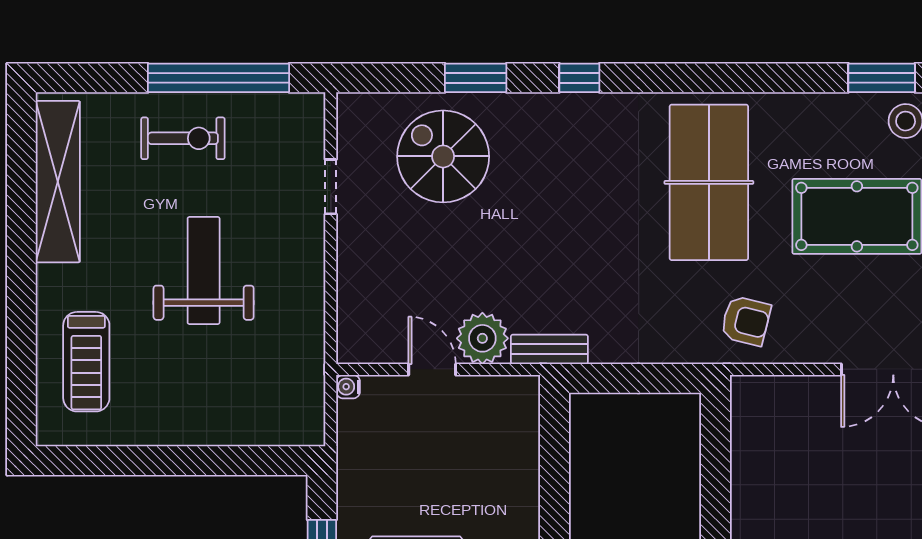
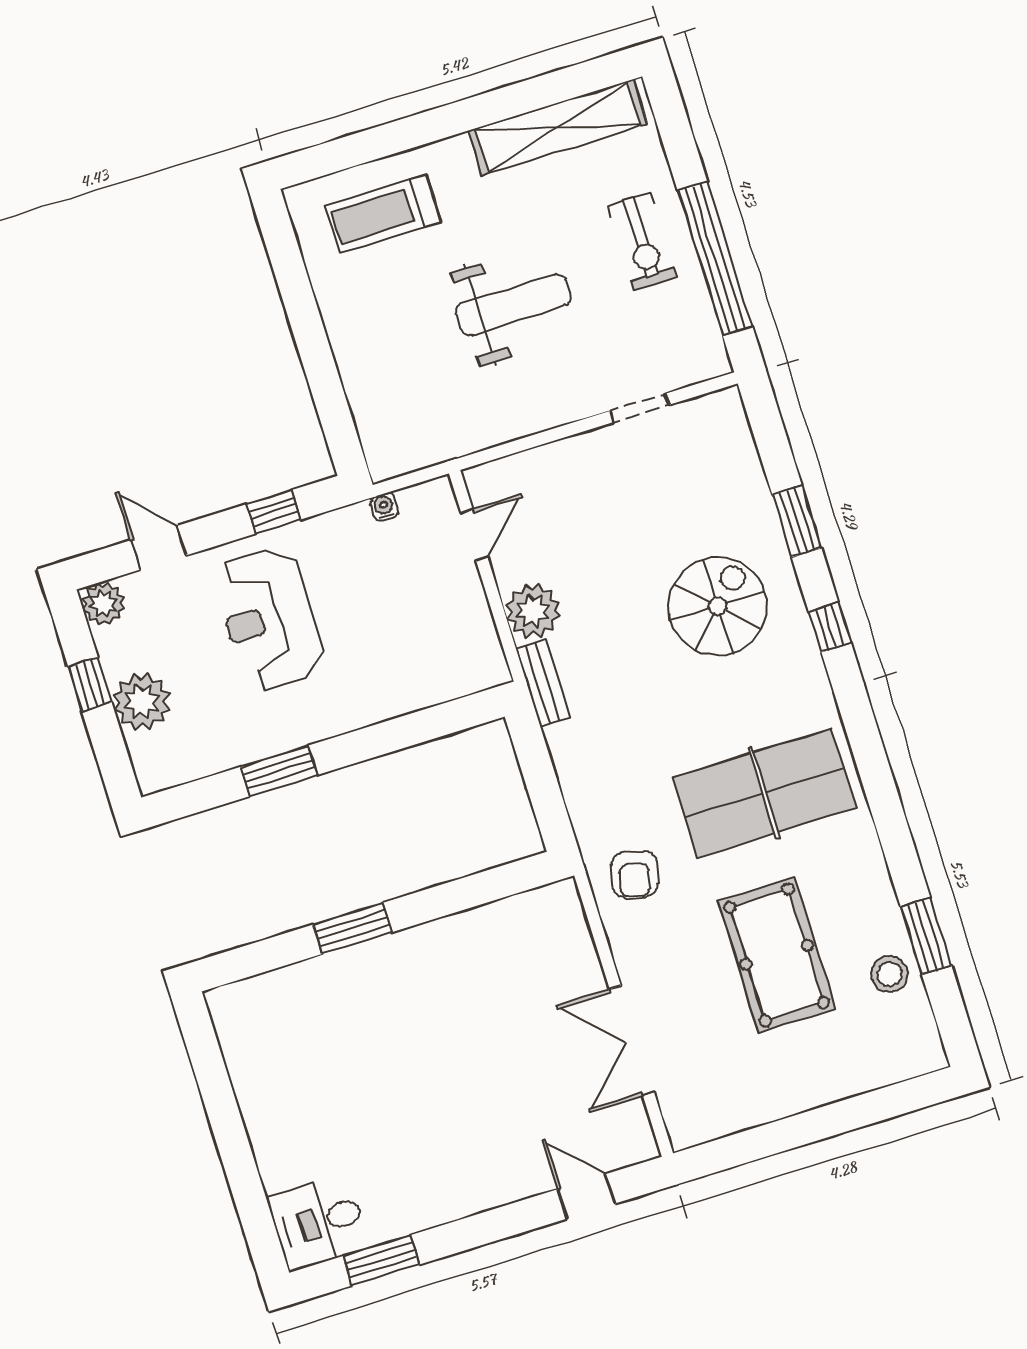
spiral stairs: (443, 156) -> (718, 606), moved
door: (432, 369) -> (474, 535), moved
water cooler: (348, 387) -> (384, 507), moved

